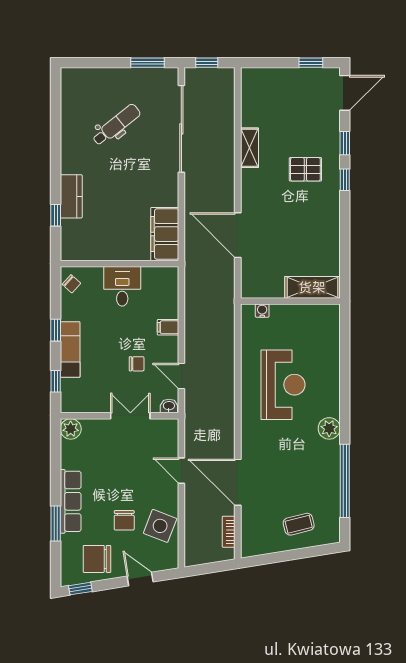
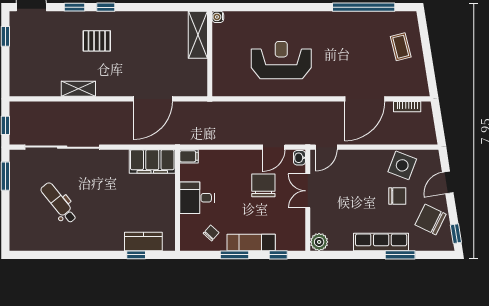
pallet: (305, 169) -> (97, 41), turned 90
kitchen counter: (71, 196) -> (143, 242), moved
chair: (71, 284) -> (211, 233), moved
water cooler: (262, 311) -> (218, 17), moved
filing cabinet: (168, 327) -> (189, 156), moved, turned -90
window: (56, 330) -> (235, 255), width x1.50
chair: (137, 364) -> (263, 185), width x1.87, depth x1.87
plant: (329, 428) -> (319, 21), removed
door: (181, 471) -> (326, 147), moved
chair: (97, 559) -> (430, 219), turned 116

